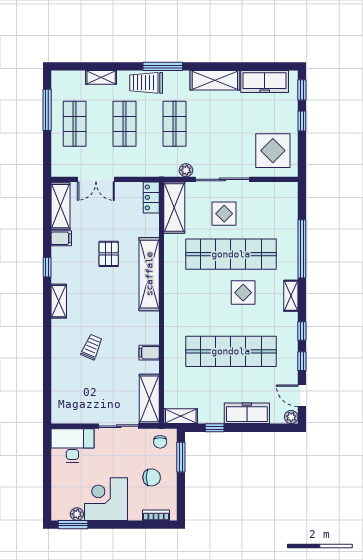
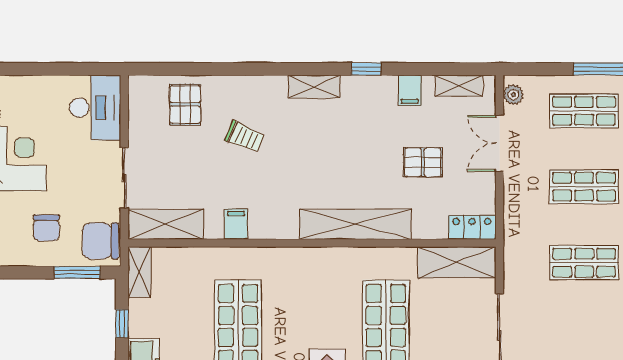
plant: (186, 170) -> (513, 95), moved
shelving: (60, 206) -> (459, 86), width x0.67, depth x0.75
display table: (224, 214) -> (447, 338), removed
pallet: (109, 254) -> (423, 162), moved
pallet: (70, 386) -> (185, 104), added
chair: (160, 442) -> (100, 241), width x1.87, depth x1.87

